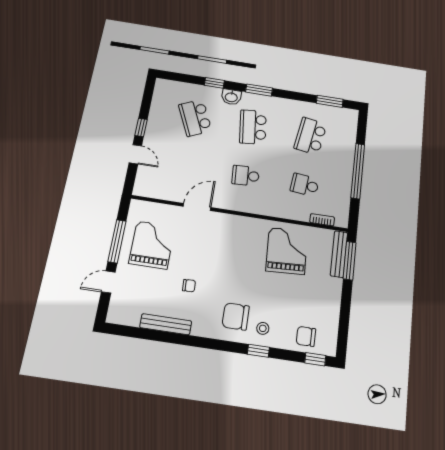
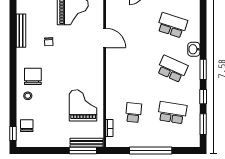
window: (214, 83) -> (203, 97), moved
school desk: (195, 118) -> (172, 25), turned 42
school desk: (253, 127) -> (172, 69), turned 30
school desk: (246, 176) -> (133, 69), removed
grand piano: (287, 251) -> (83, 105), turned -87
window: (258, 351) -> (13, 95), removed

